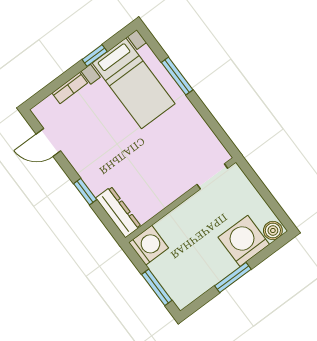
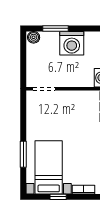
washing machine: (244, 241) -> (72, 43), moved
window: (233, 277) -> (56, 28), moved

